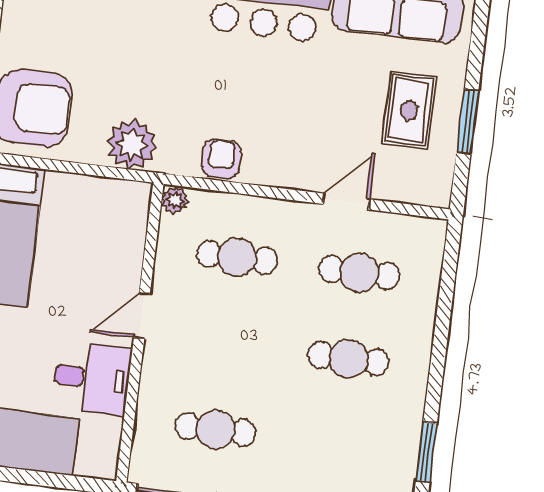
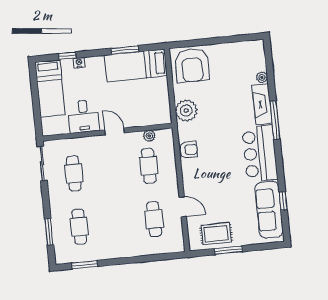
rug: (409, 110) -> (216, 234), moved
plant: (175, 200) -> (149, 136), moved
cafe table: (349, 359) -> (79, 227), moved

